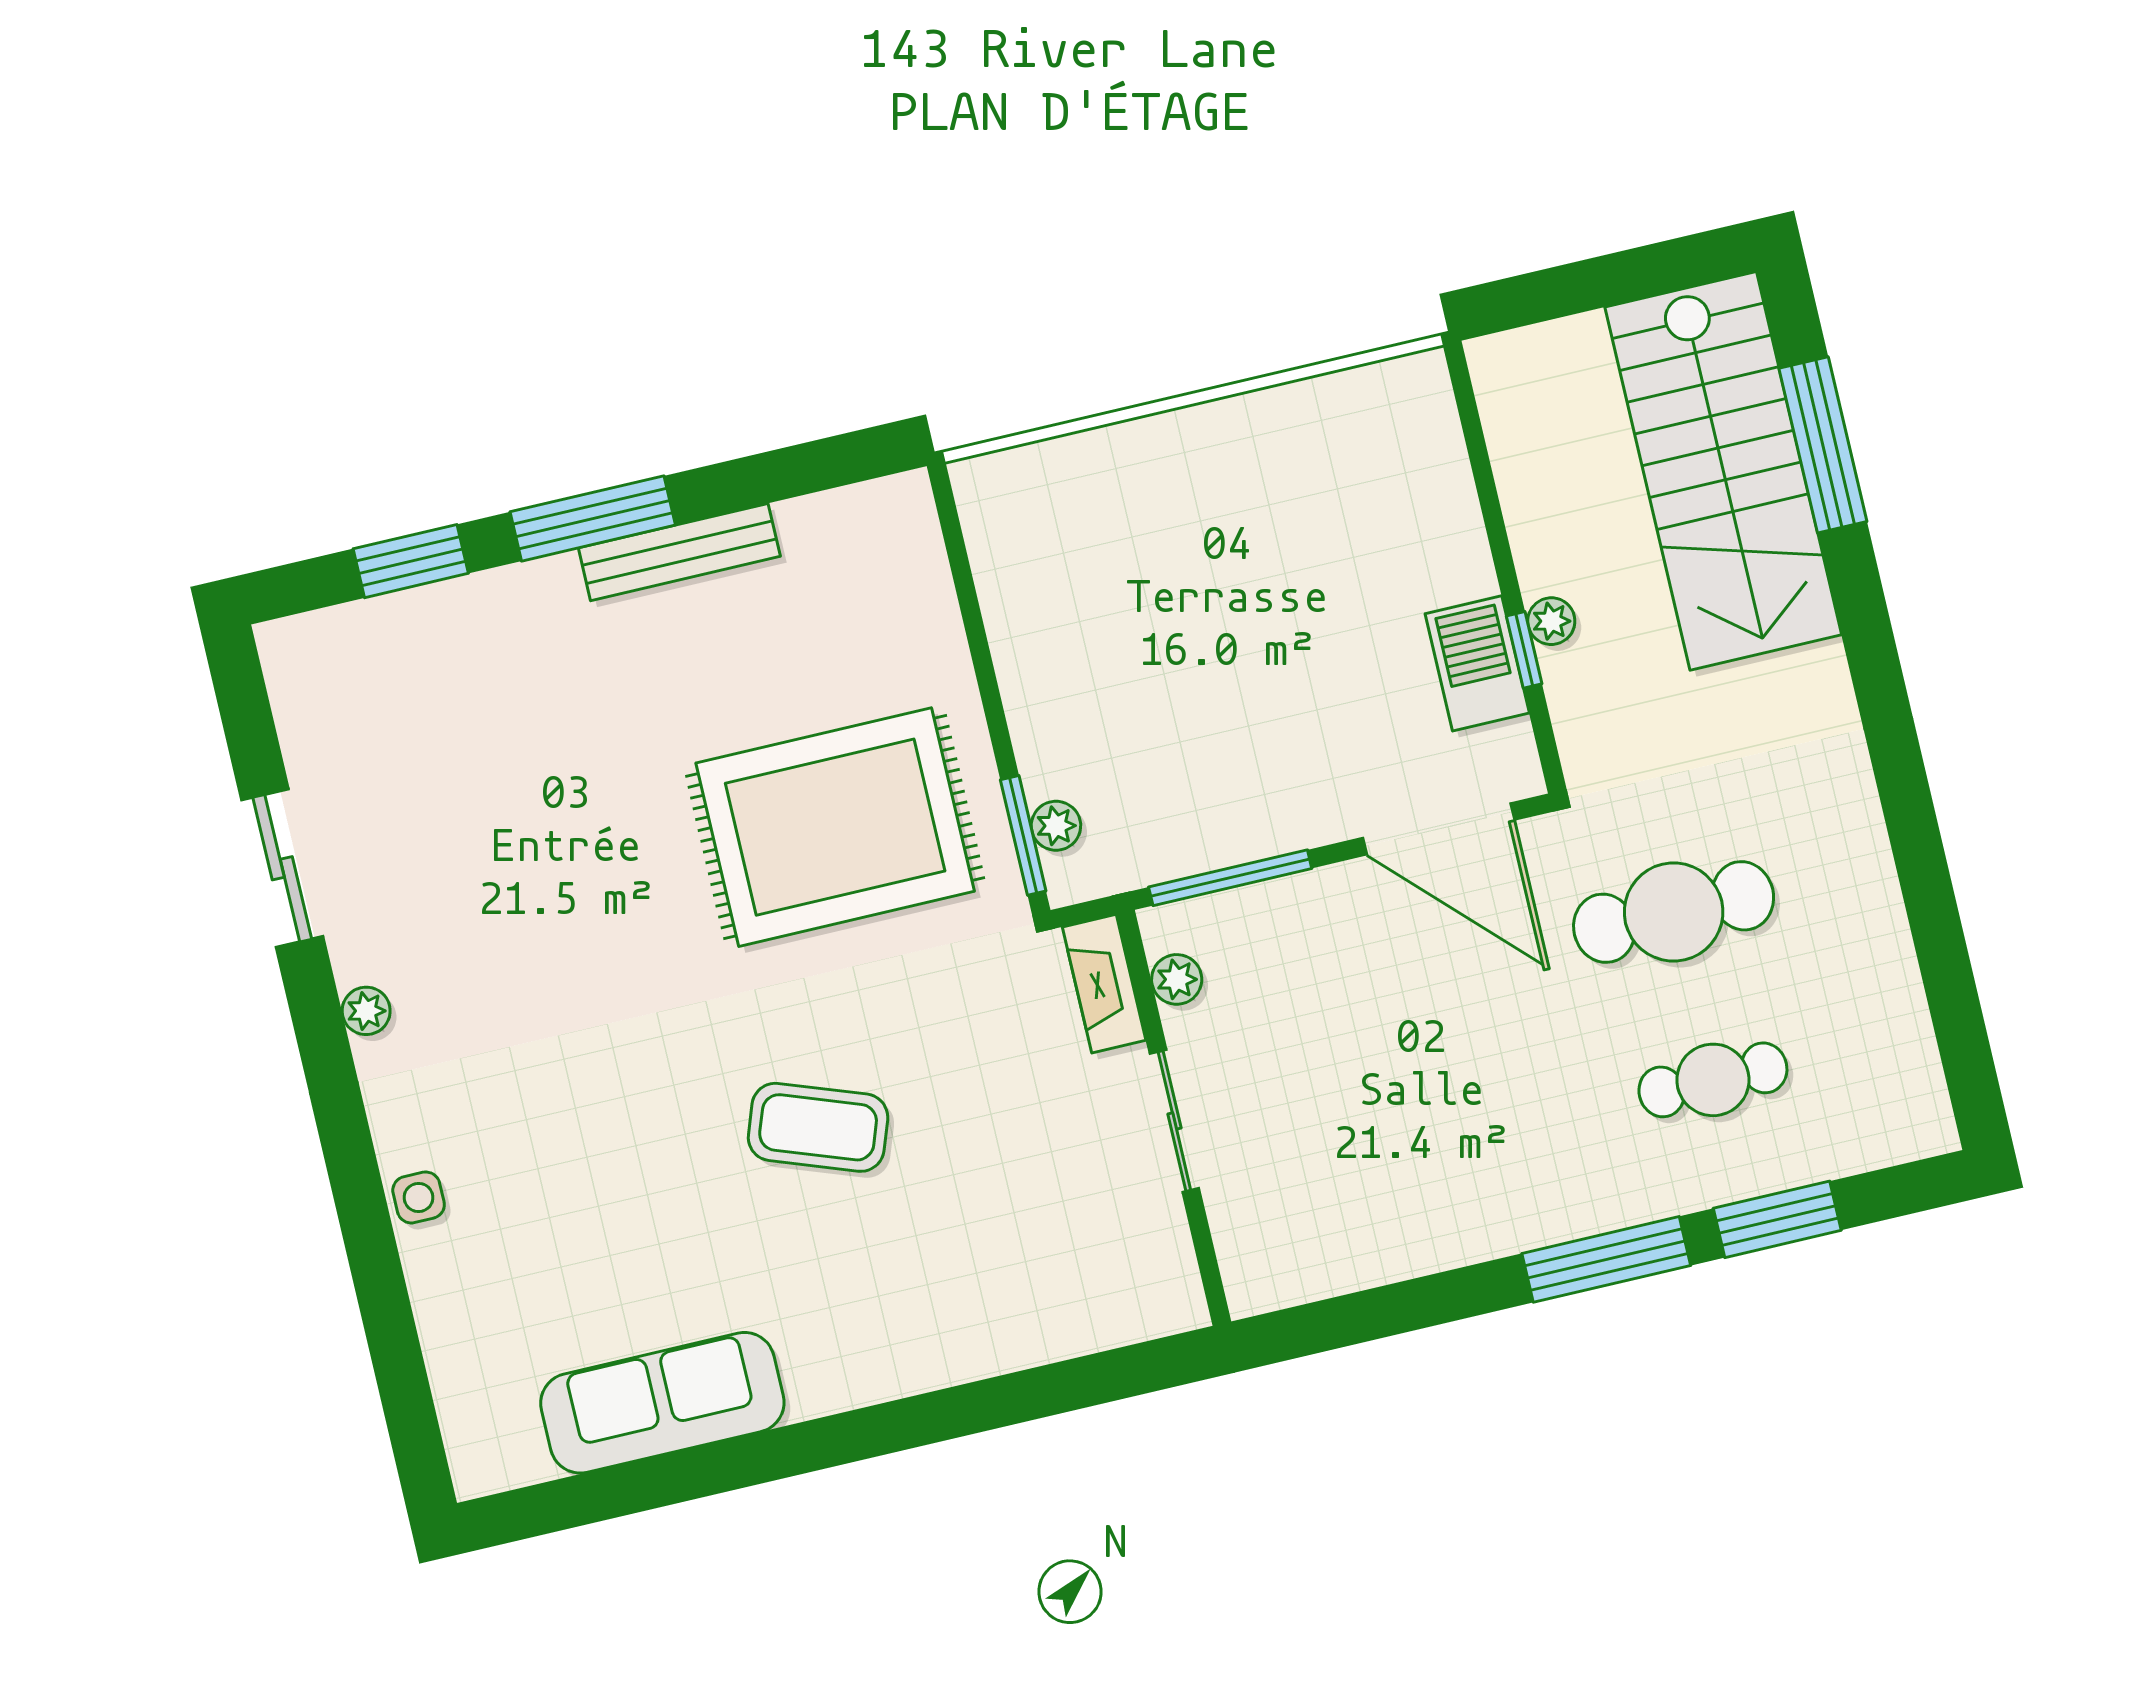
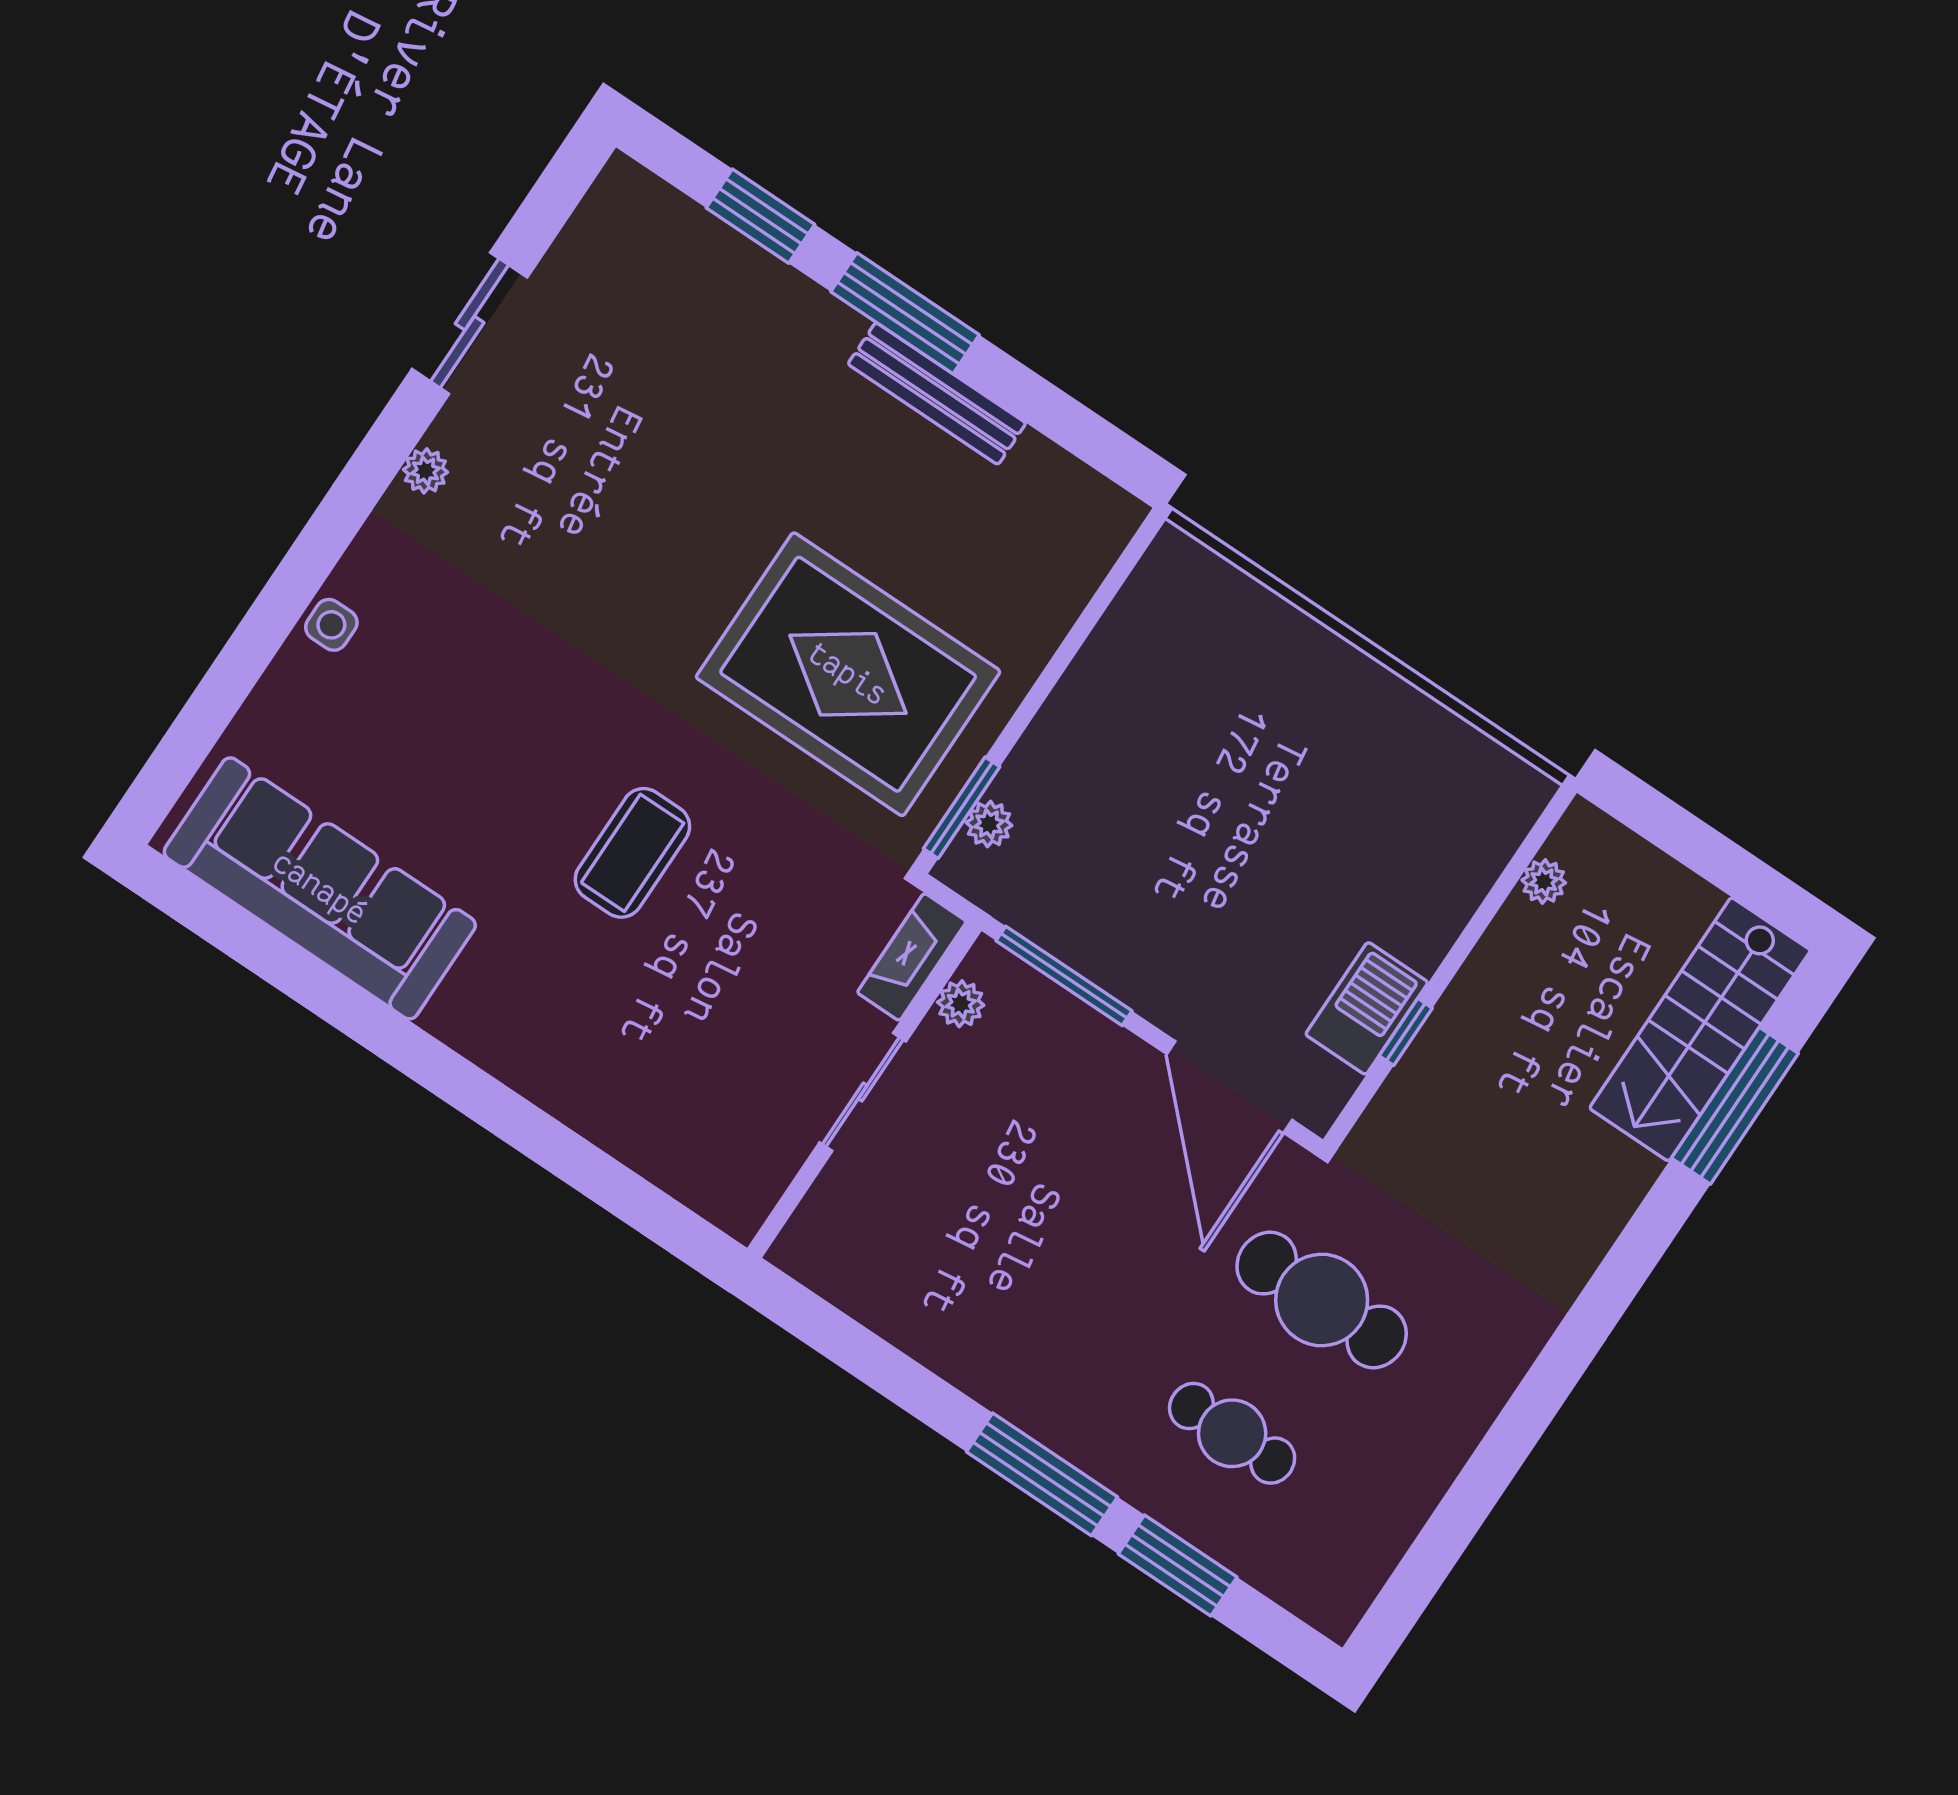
stairs: (1723, 471) -> (1700, 1029), width x0.73, depth x0.66
plant: (1551, 621) -> (1544, 881), moved
coffee table: (818, 1127) -> (632, 853), turned 70
sofa: (662, 1403) -> (320, 888), width x1.36, depth x1.27

